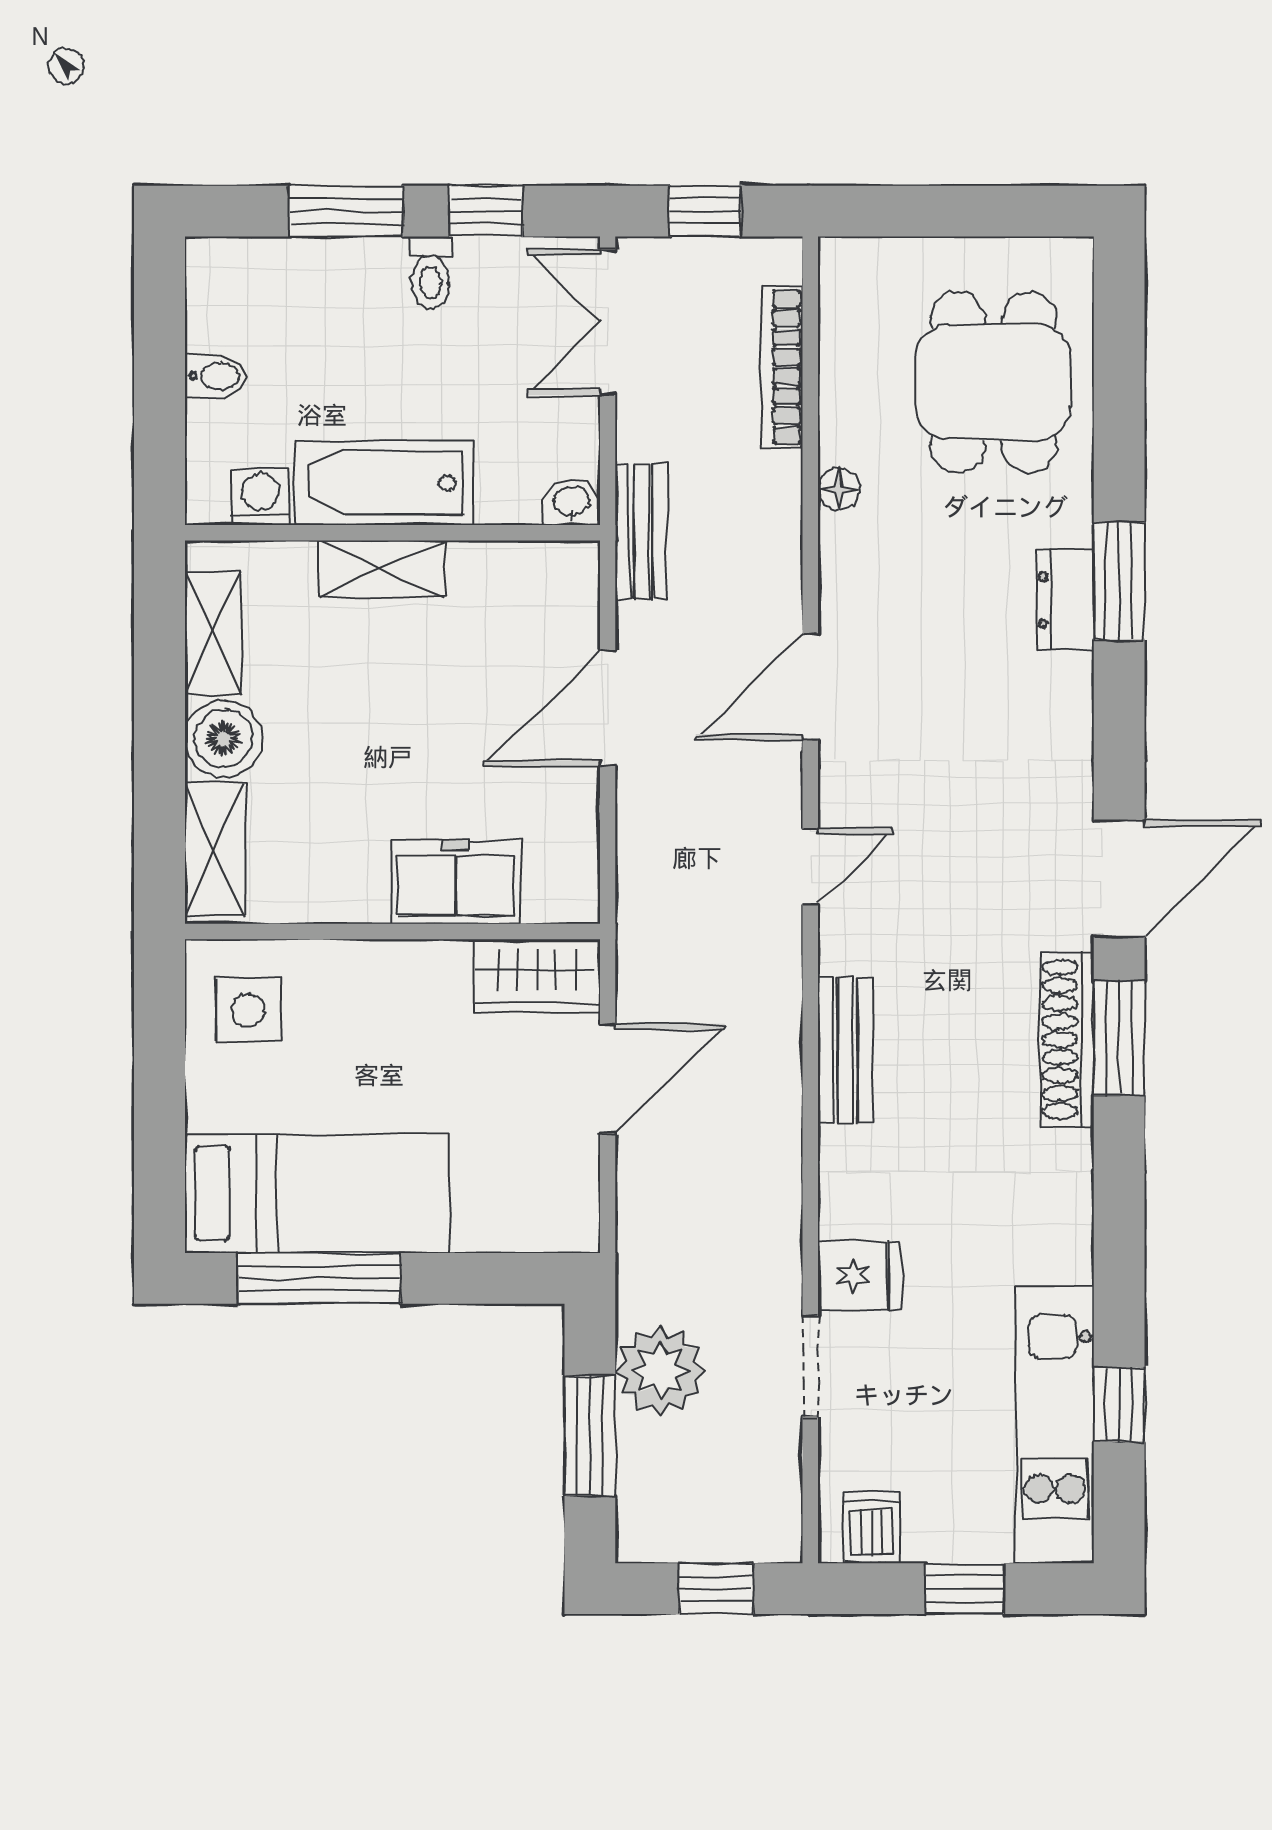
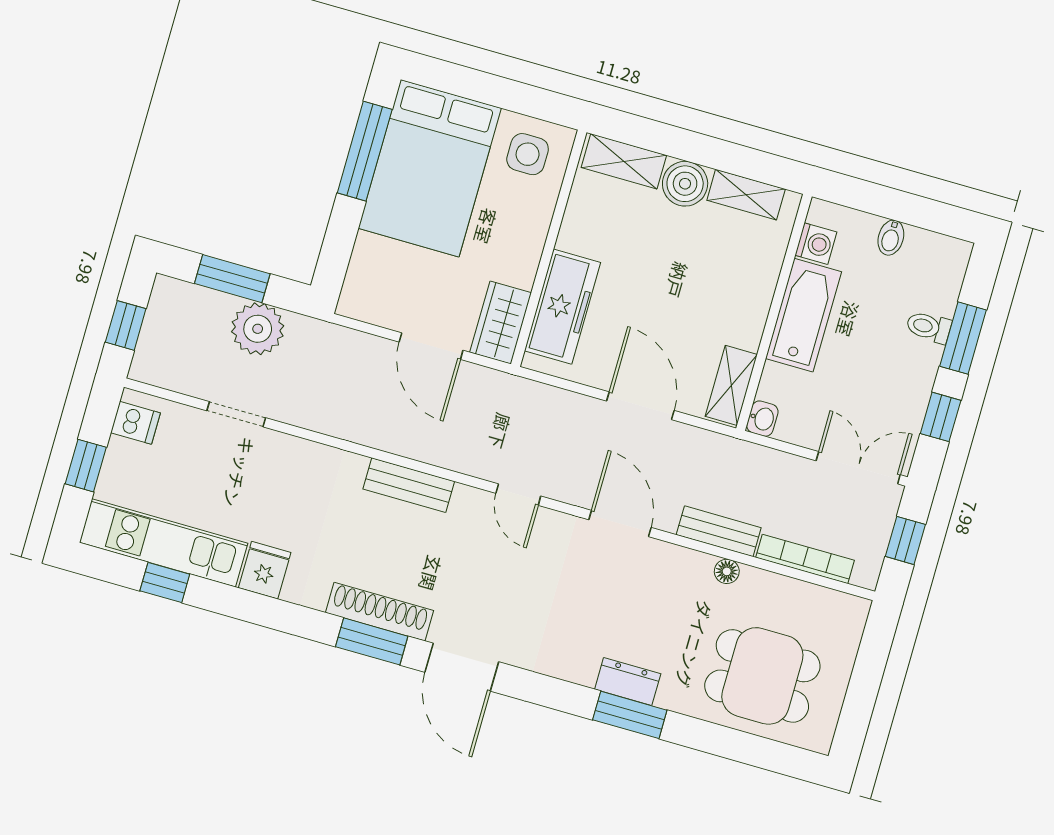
toilet: (430, 273) -> (929, 327), moved
bench: (641, 532) -> (719, 531), moved
shelving: (382, 569) -> (731, 385), moved
freezer: (456, 882) -> (562, 307), width x1.40
bed: (317, 1194) -> (430, 168), width x1.50
fridge: (859, 1276) -> (265, 570), moved, turned 180

